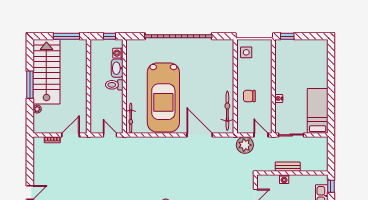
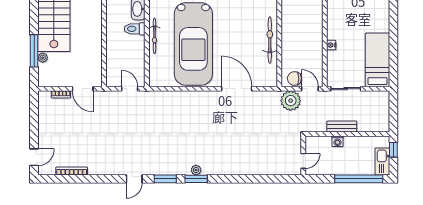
window: (30, 85) -> (34, 51), moved
chair: (249, 96) -> (294, 79), moved
bicycle: (227, 111) -> (270, 40), moved
bicycle: (131, 118) -> (154, 36), moved
door: (70, 135) -> (83, 89), swing flipped

